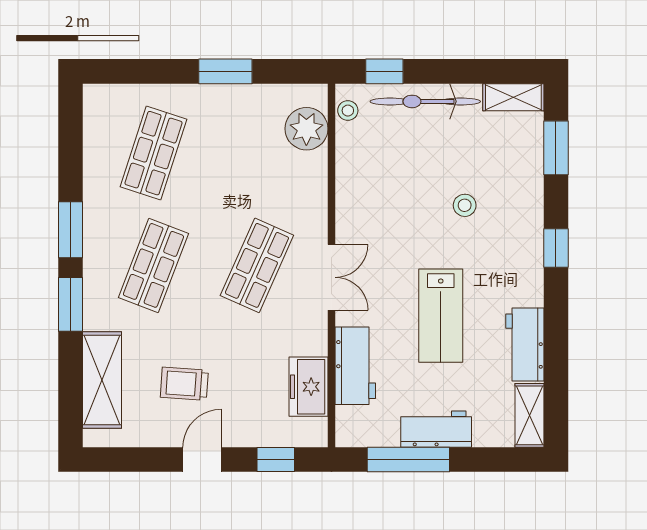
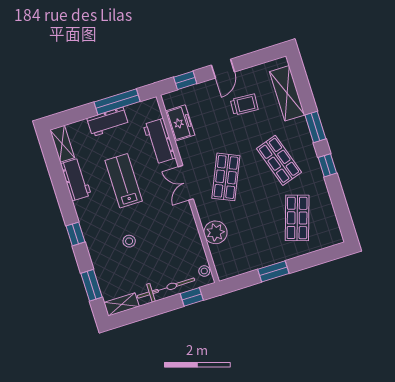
plant: (306, 129) -> (215, 232), moved
window: (71, 230) -> (327, 165), width x0.67
shop shelf: (154, 265) -> (279, 160), turned -39

